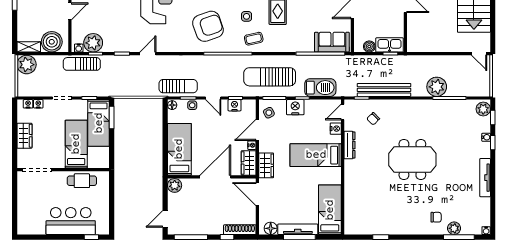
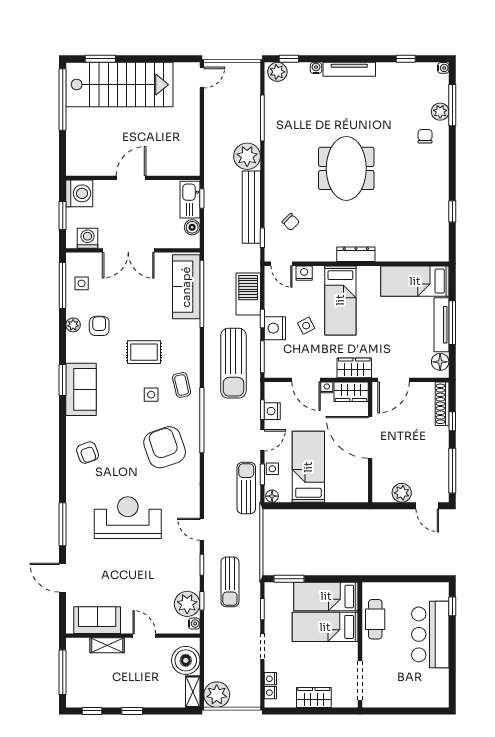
sofa: (332, 42) -> (186, 287), width x1.36
sun lounger: (82, 64) -> (230, 582), moved
plant: (437, 87) -> (247, 156), moved
side table: (269, 113) -> (306, 326), moved
bed: (99, 123) -> (326, 596), moved, turned 180
window: (493, 143) -> (406, 59), moved
dresser: (349, 145) -> (356, 254), moved
bed: (179, 149) -> (308, 467), moved, turned 90
tv unit: (485, 178) -> (349, 69), moved
plant: (175, 185) -> (402, 493), moved

